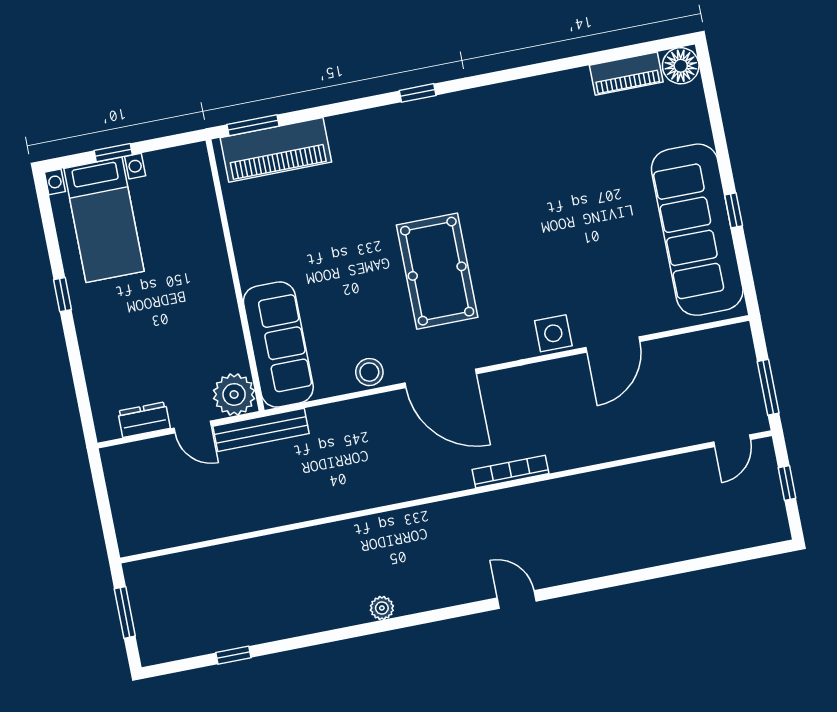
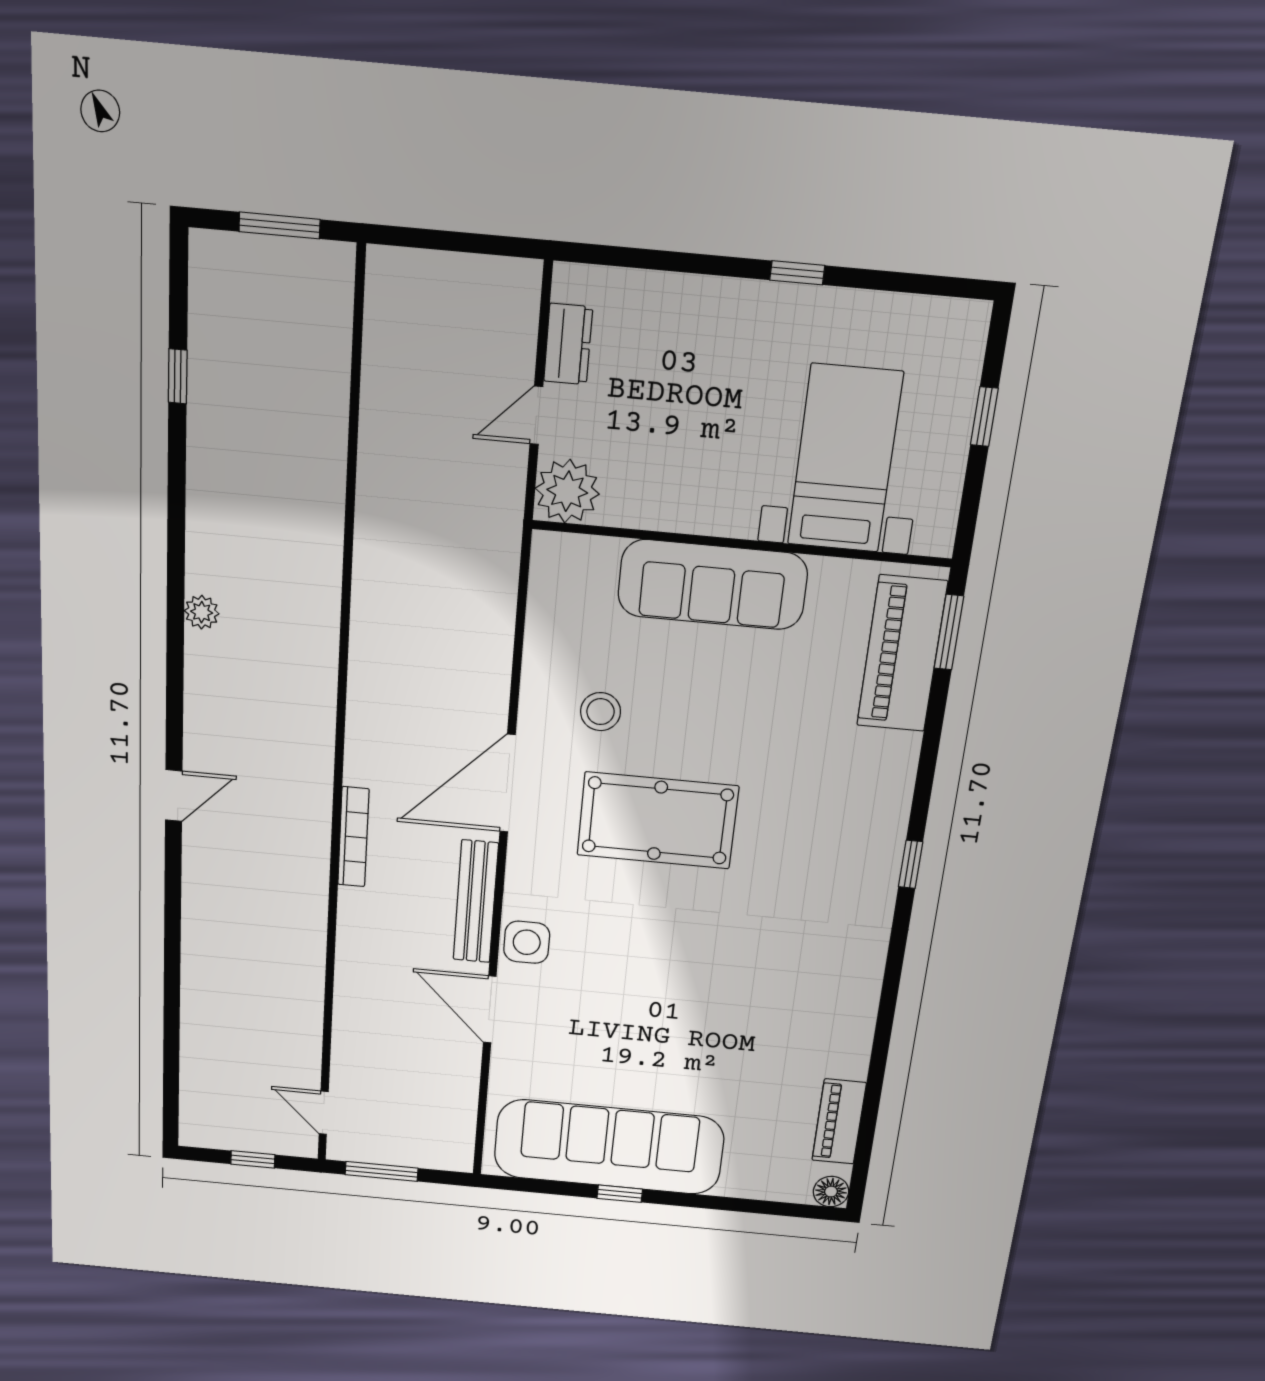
floor lamp: (681, 66) -> (831, 1192), width x0.73, depth x0.73
bed with nightstands: (104, 220) -> (845, 459), moved, turned 90
sofa: (278, 345) -> (713, 585), moved
stool: (369, 372) -> (601, 712), moved
bench: (261, 430) -> (476, 902), moved

